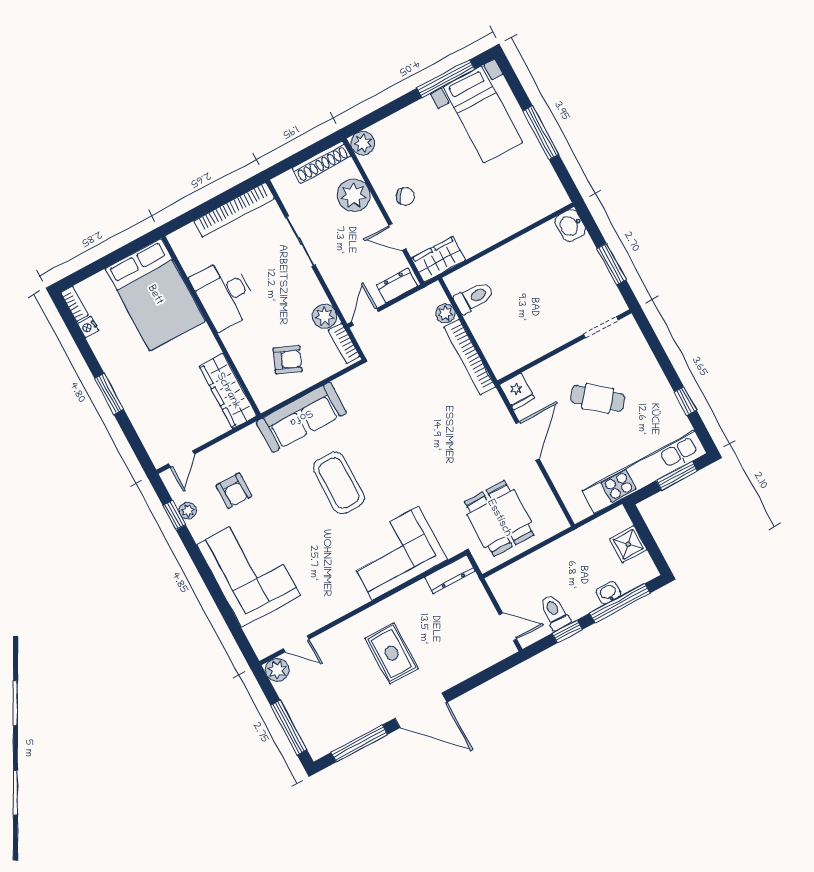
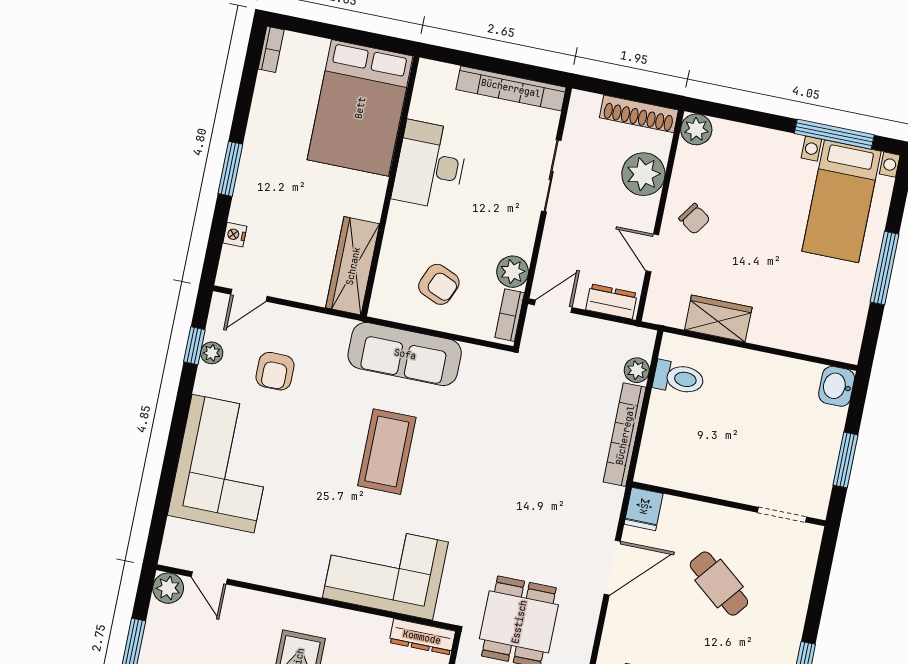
wardrobe: (438, 259) -> (718, 319), moved
nightstand: (88, 327) -> (235, 235), moved

